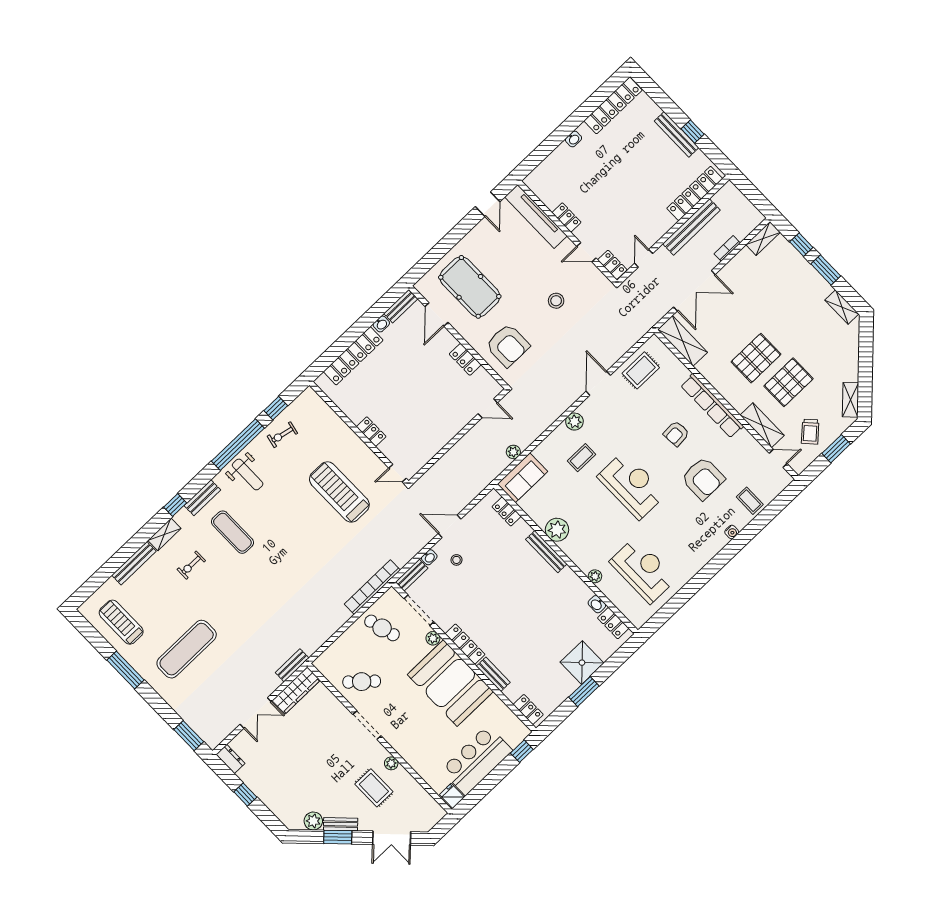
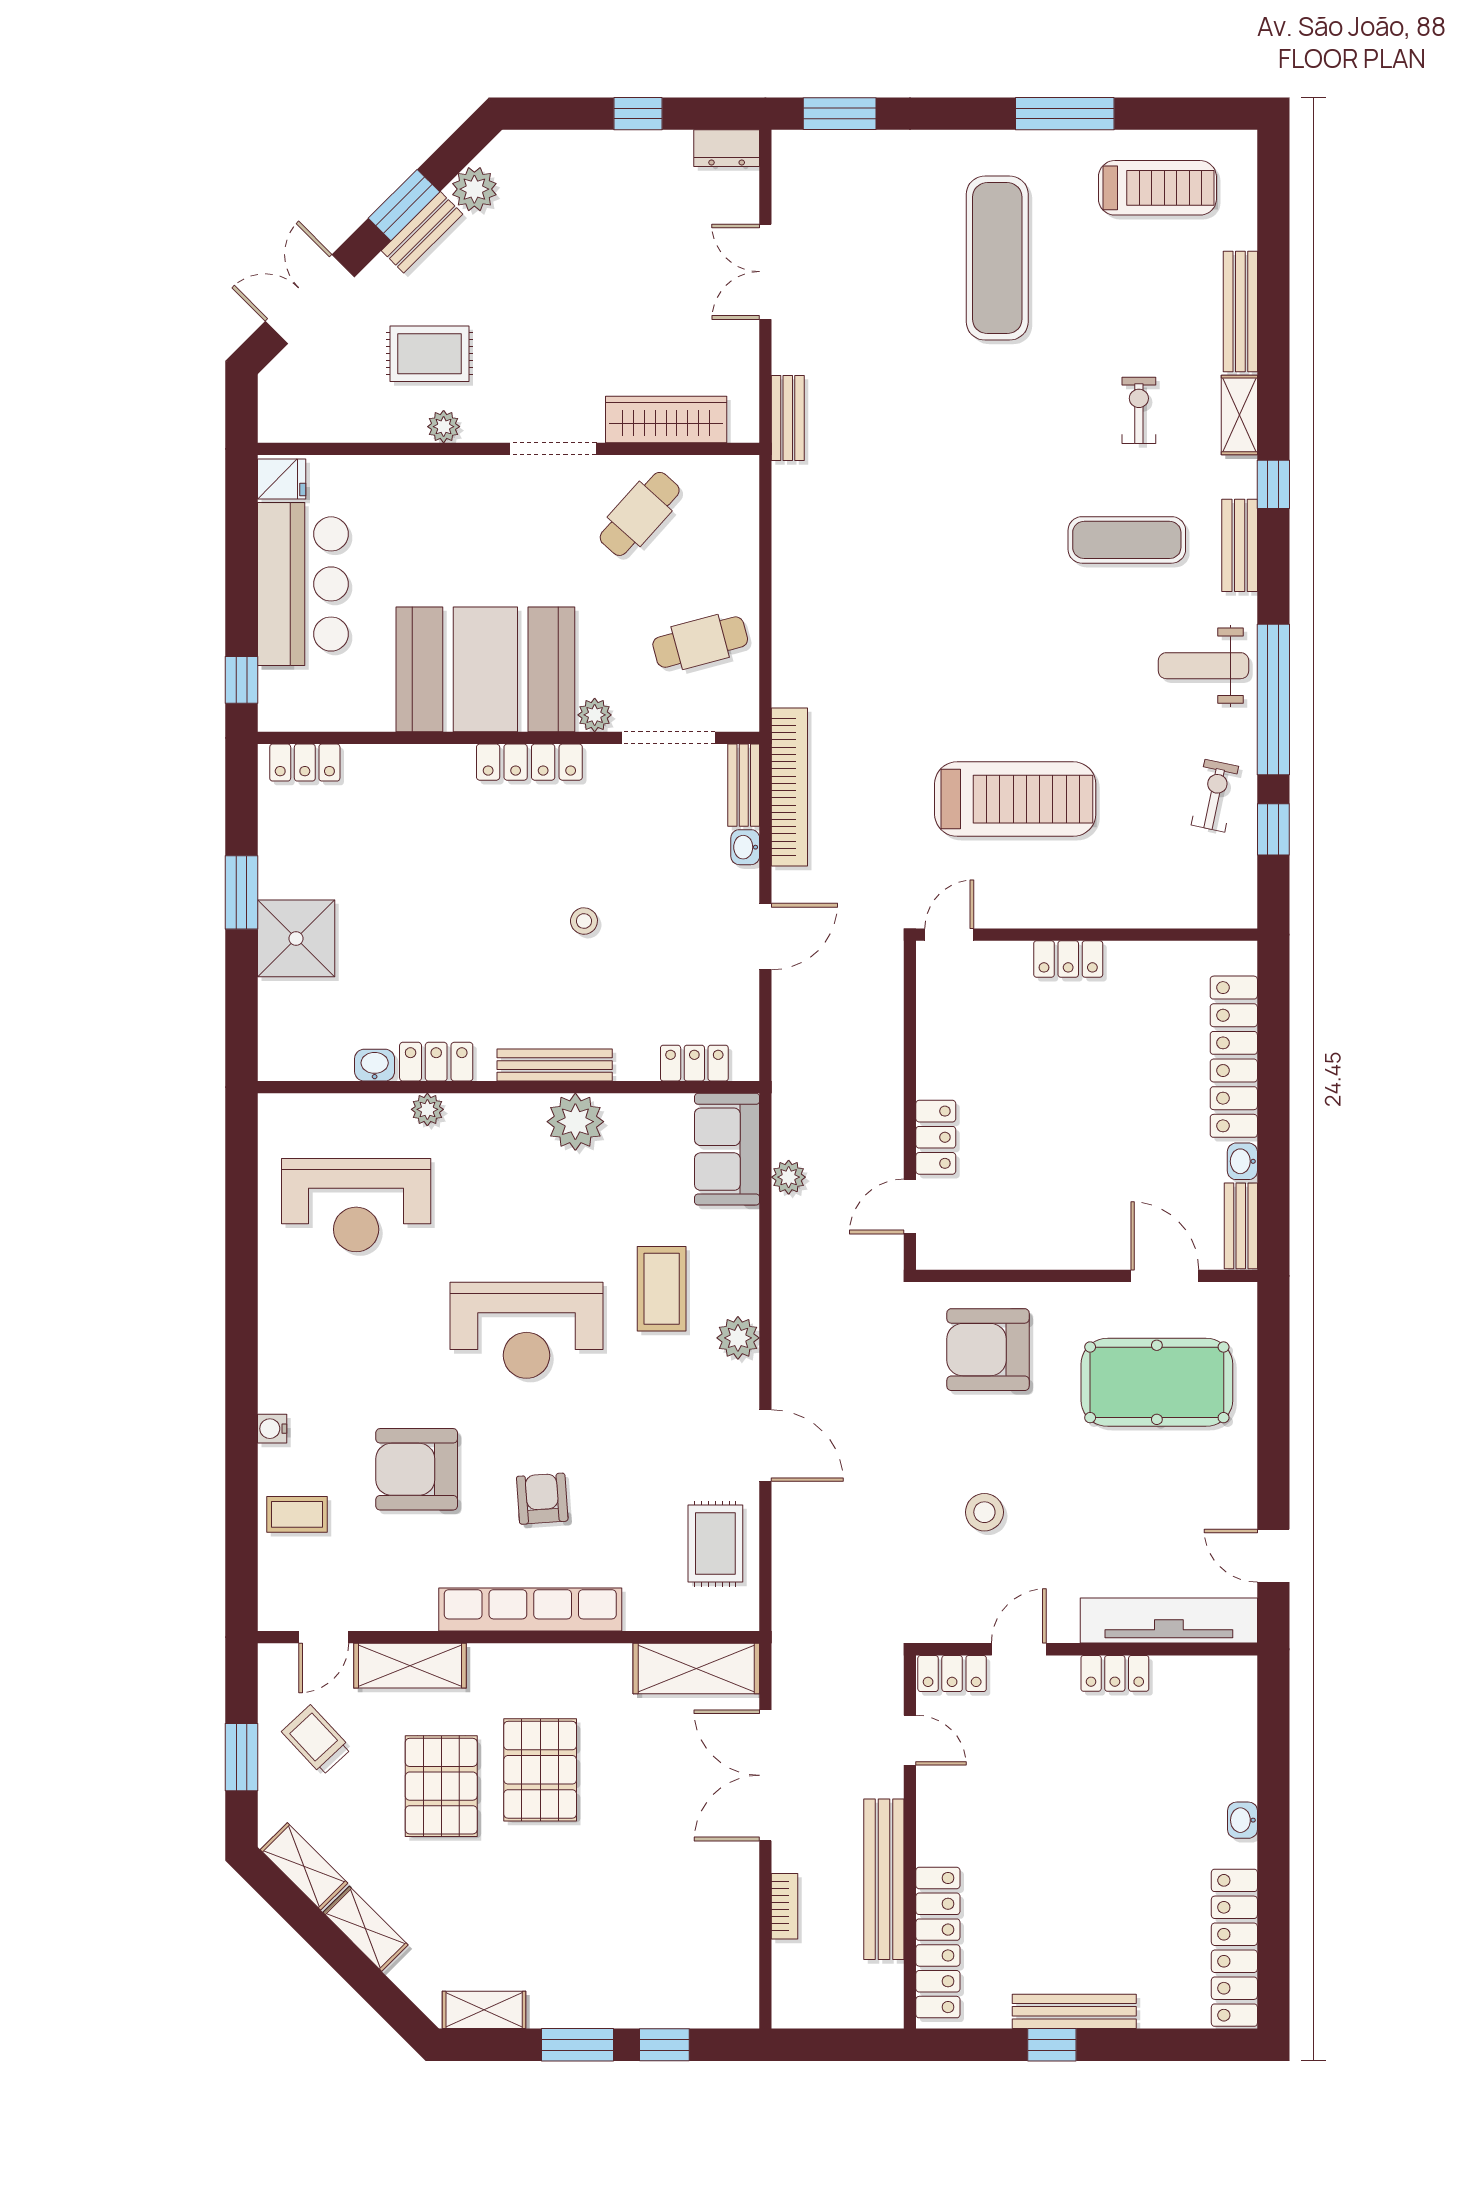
shelving: (763, 239) -> (365, 1929), moved, turned -45
locker: (465, 359) -> (936, 1137), moved, turned 90
coffee table: (582, 458) -> (662, 1289), width x1.36, depth x1.30
stool: (456, 560) -> (584, 921), moved
bookcase: (372, 587) -> (789, 787), moved
locker: (613, 623) -> (436, 1062), moved
bench: (493, 674) -> (427, 761), removed
wardrobe: (296, 690) -> (666, 419), moved, turned 90

